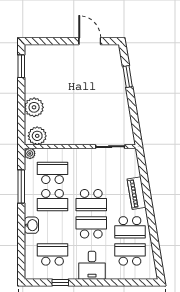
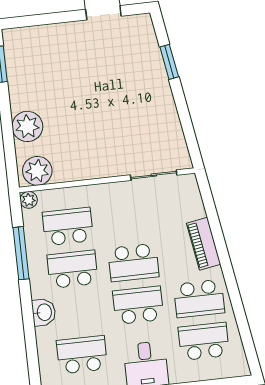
school desk: (53, 200) -> (73, 269), turned 180

